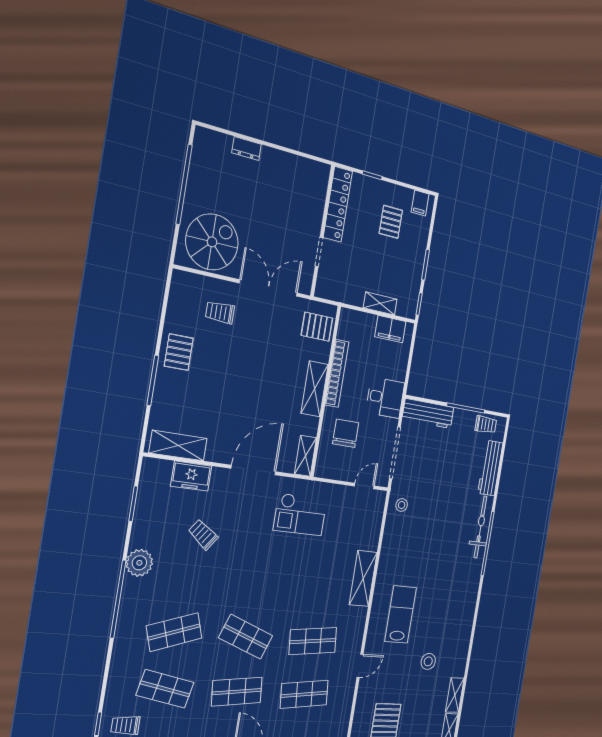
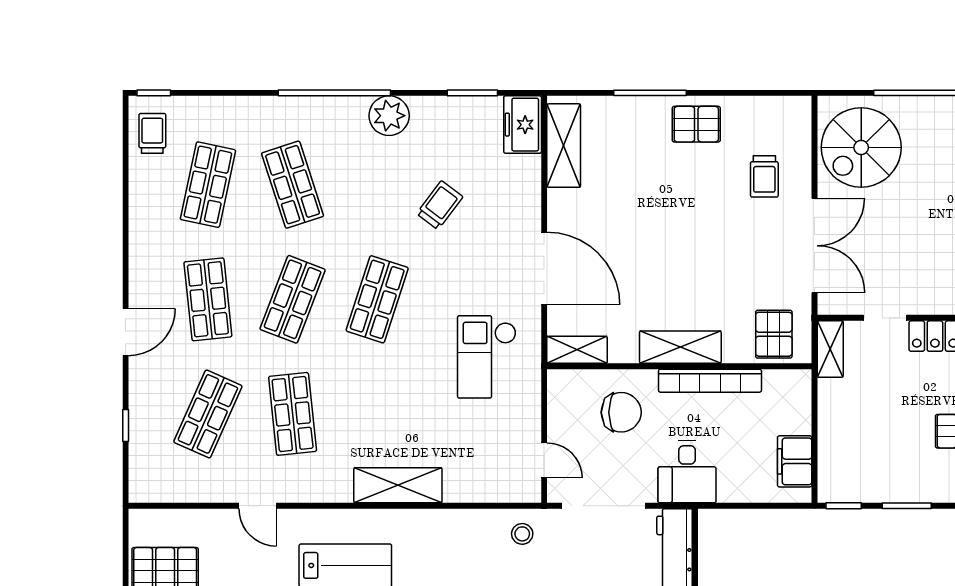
spiral stairs: (212, 242) -> (861, 147), turned 90
shelving: (380, 303) -> (830, 349), moved
trolley: (220, 312) -> (764, 176), turned 180
freezer: (191, 476) -> (523, 125), moved
shop shelf: (255, 582) -> (377, 299), added
shop shelf: (304, 694) -> (208, 414), turned 30

